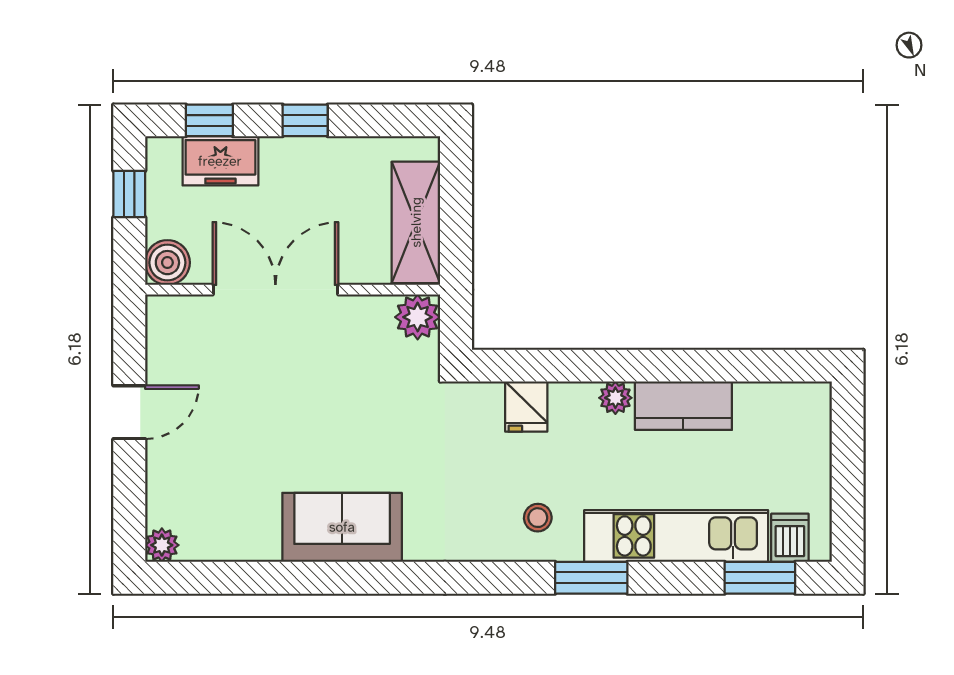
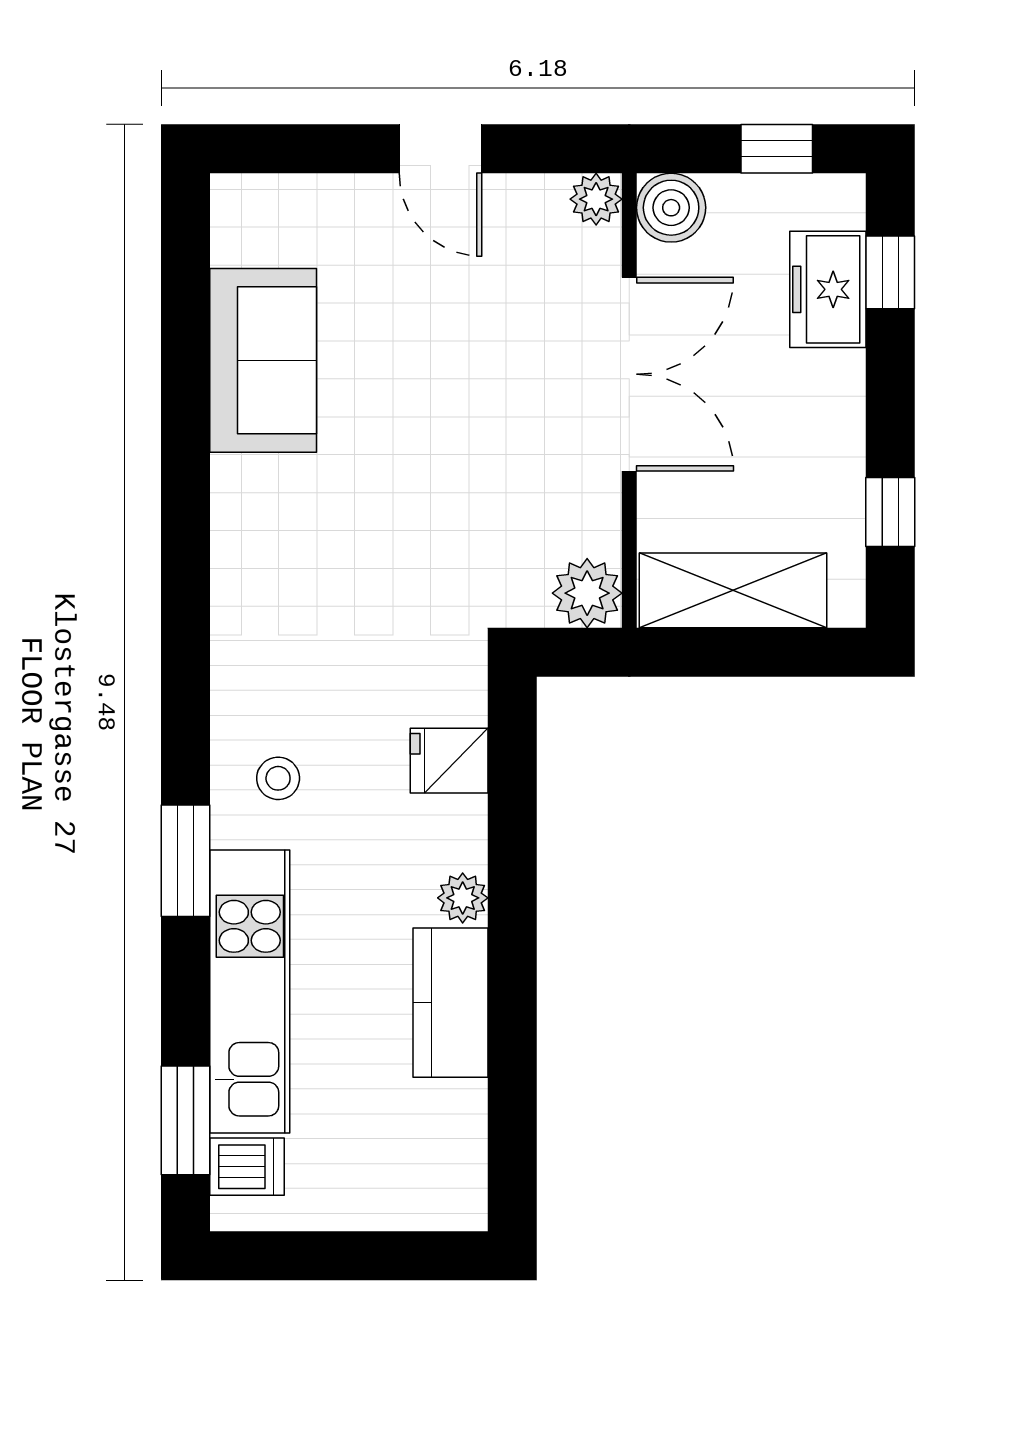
window: (305, 120) -> (890, 512), moved
sofa: (342, 527) -> (263, 360), moved
plant: (162, 545) -> (596, 199), moved

